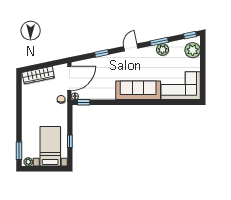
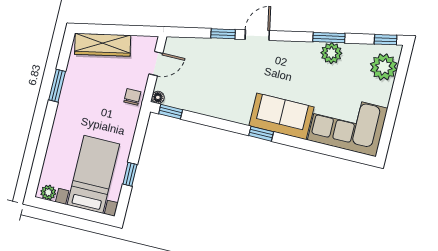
door: (131, 47) -> (257, 35), moved
door: (69, 78) -> (156, 64), width x0.53
sofa: (138, 90) -> (281, 116), width x0.73
window: (135, 102) -> (261, 134), added
window: (19, 151) -> (57, 86), moved

